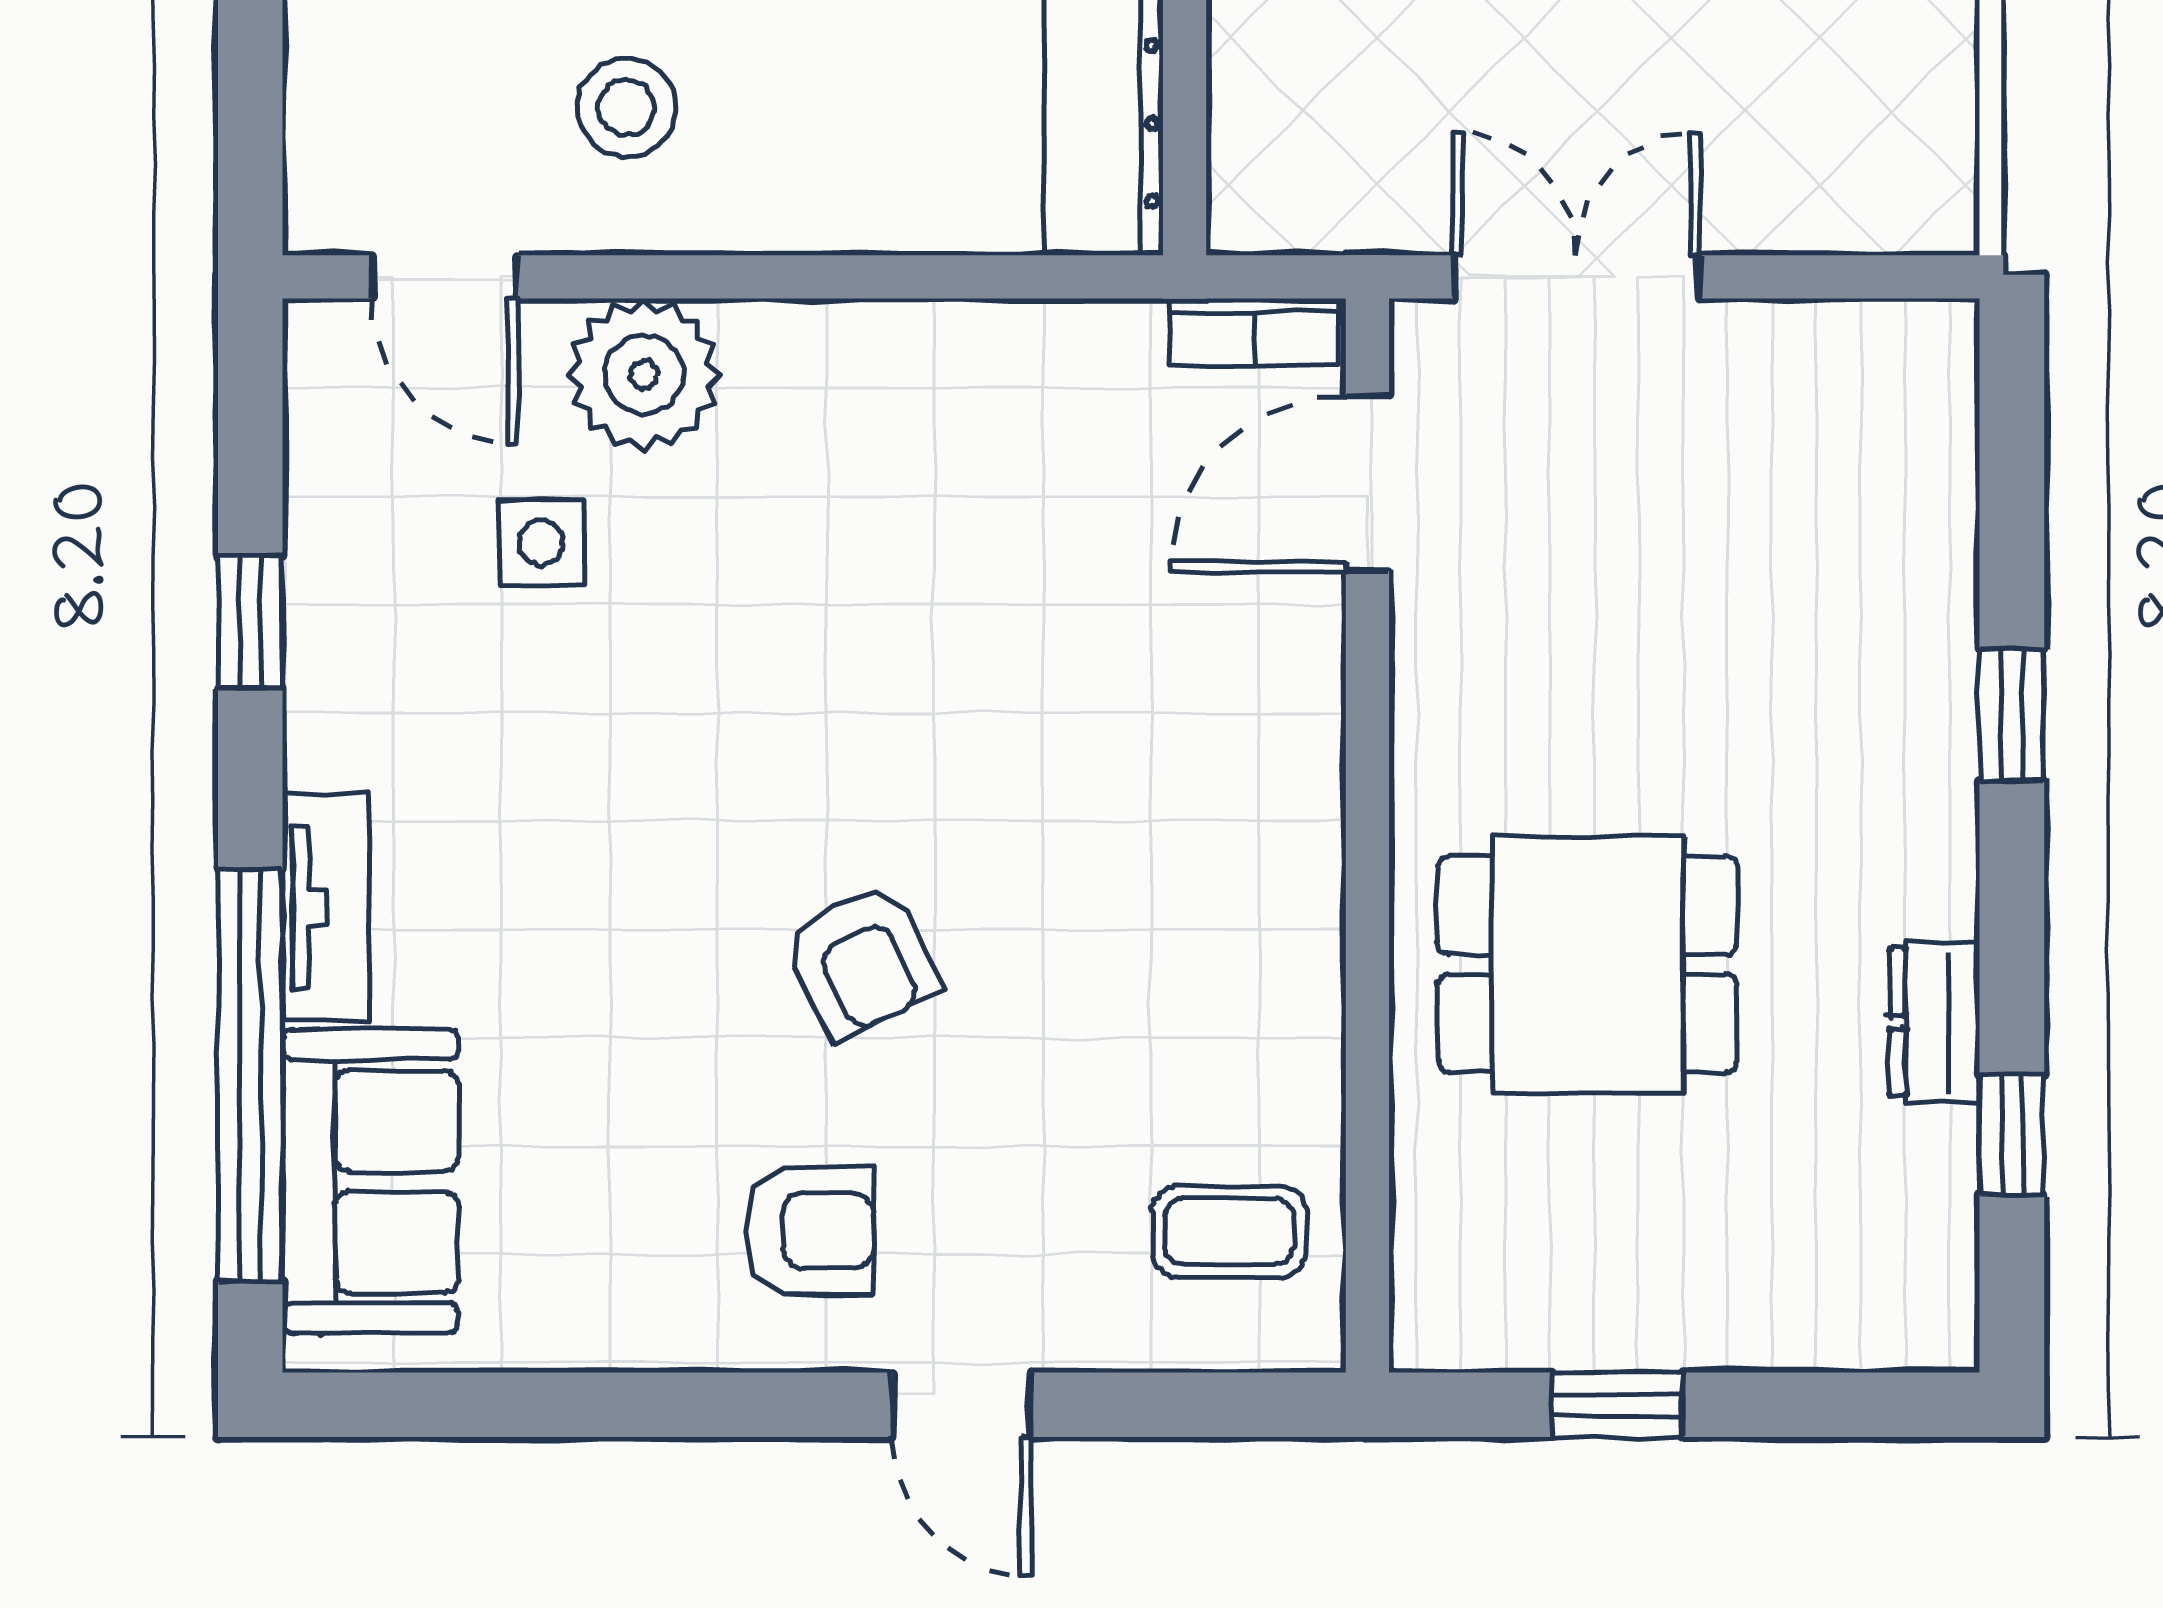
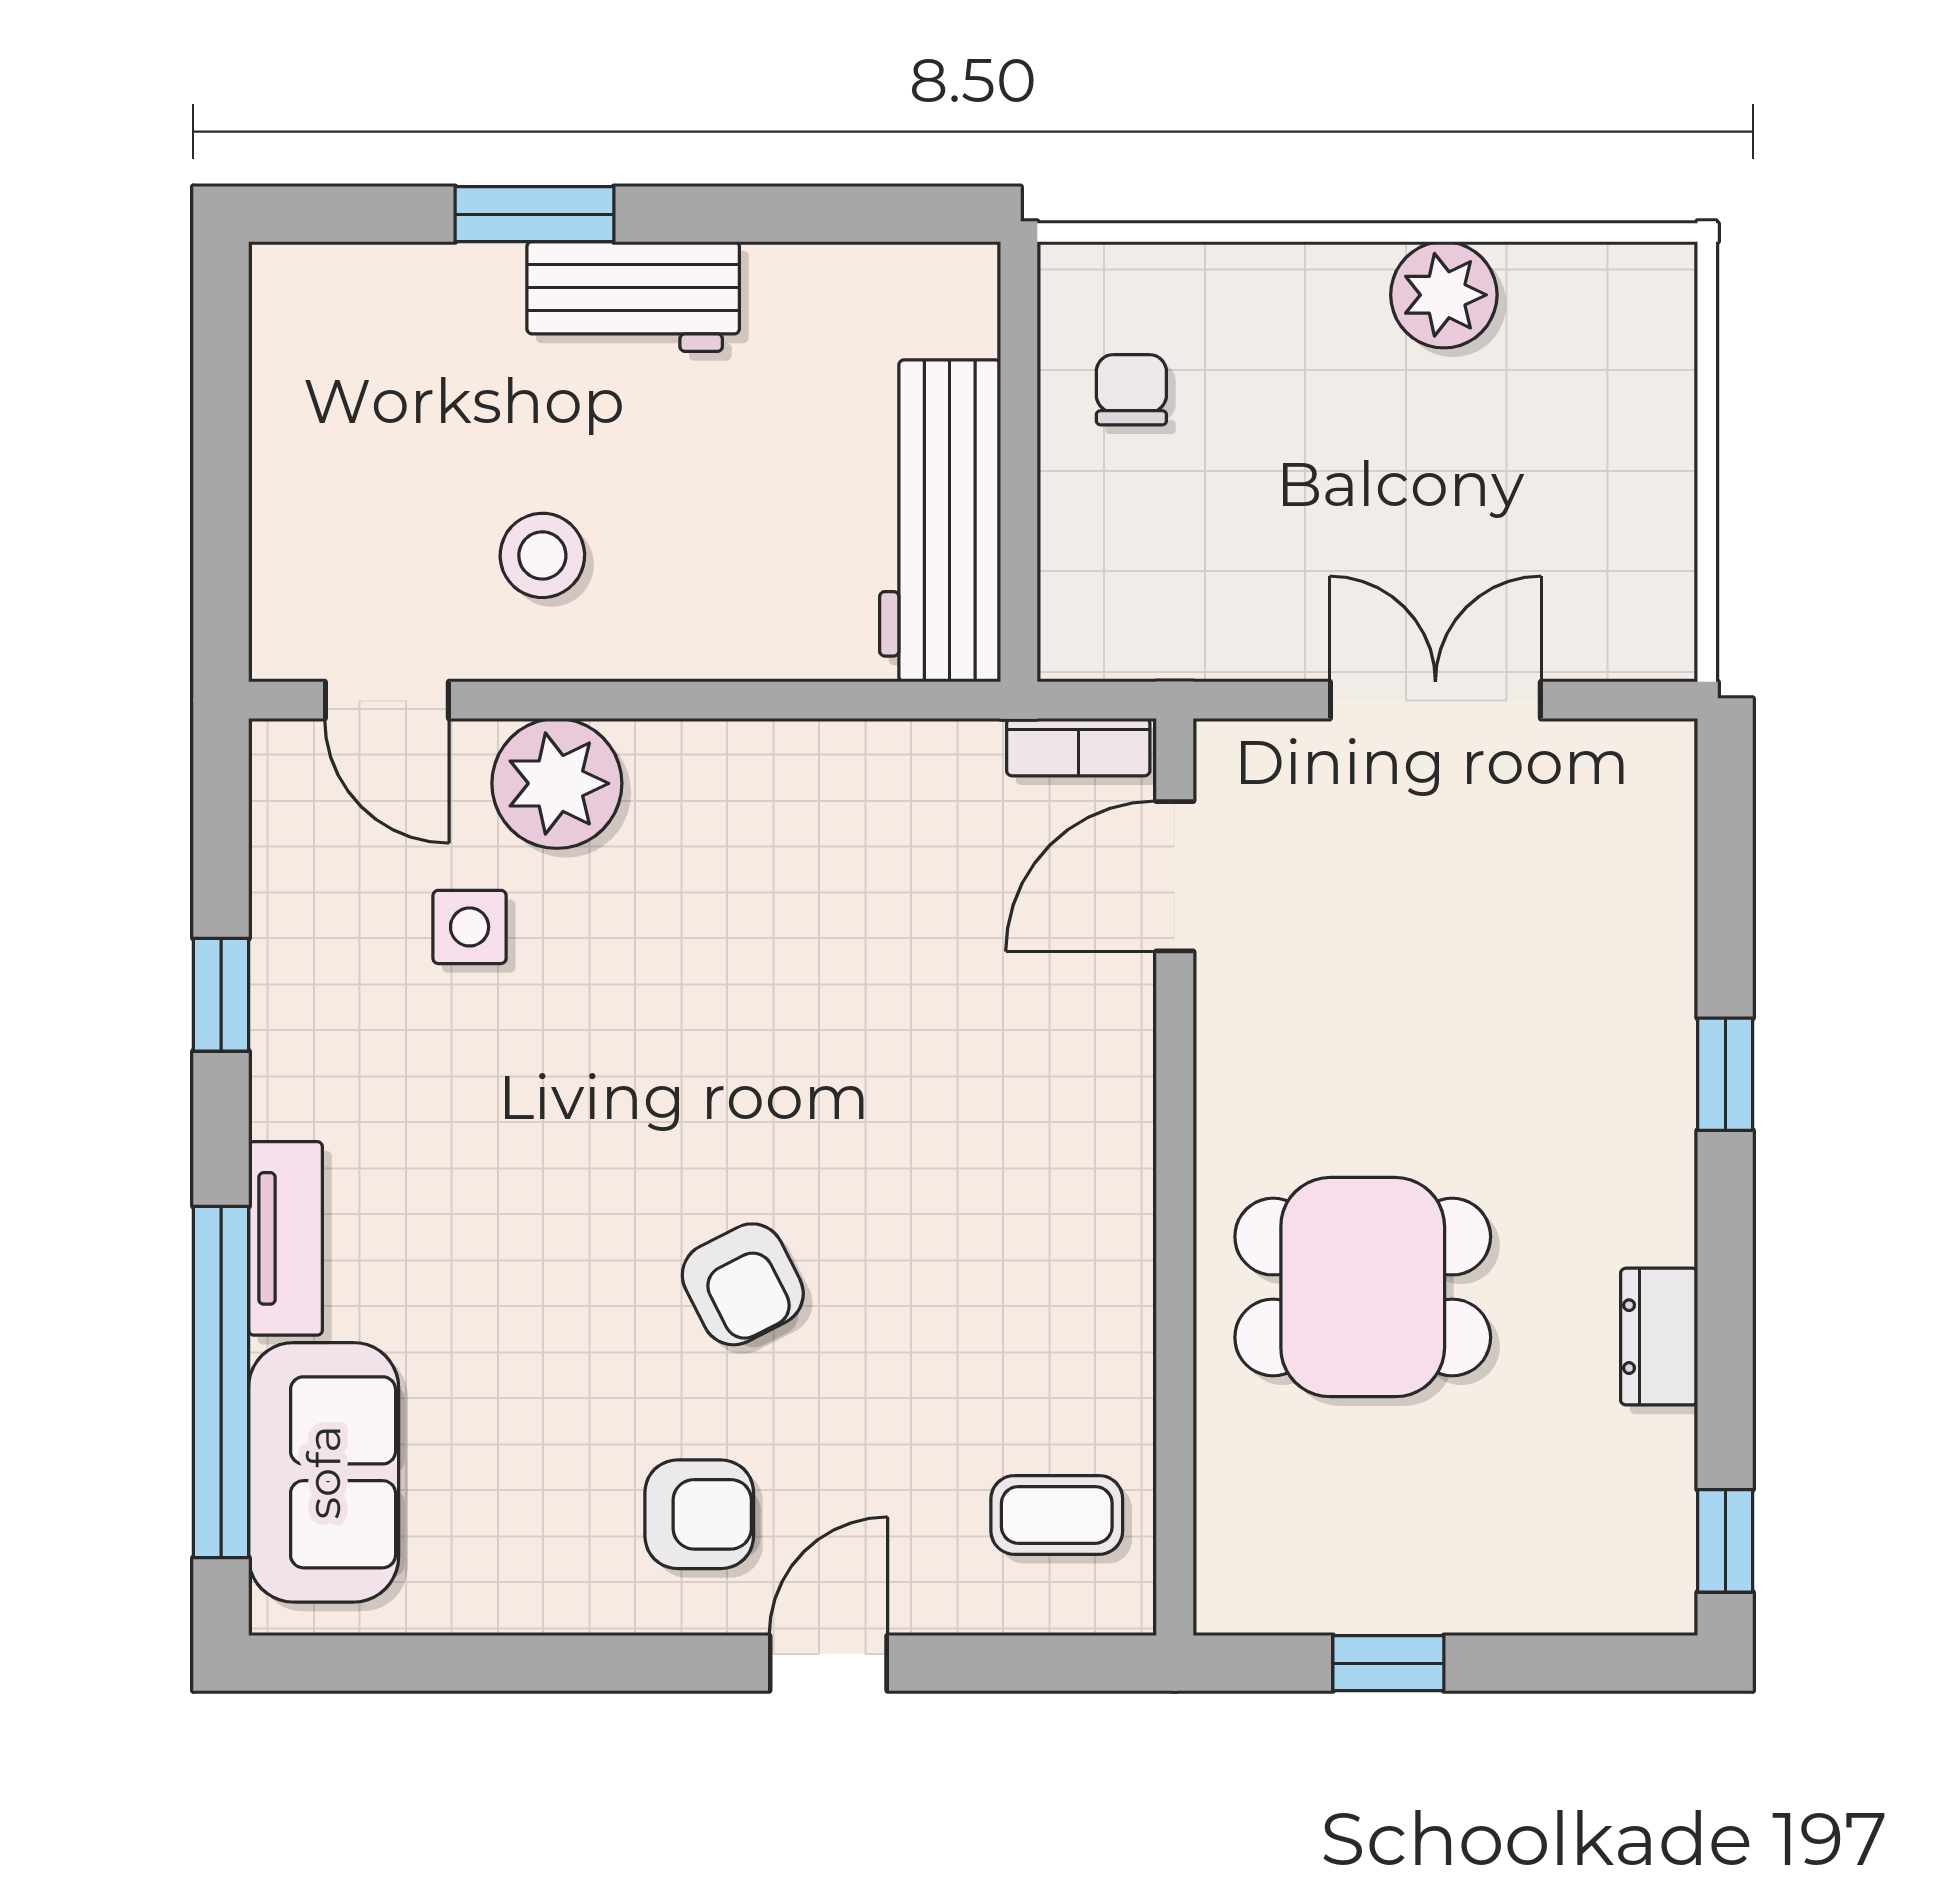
double door: (1576, 277) -> (1435, 700), moved
window: (2012, 1135) -> (1725, 1541), moved
door: (962, 1405) -> (828, 1663), swing flipped

